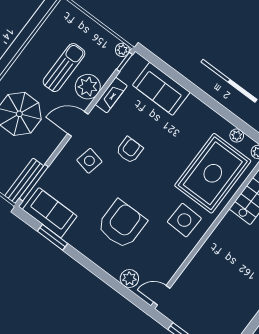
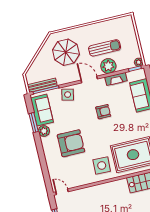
side table: (89, 161) -> (68, 95), moved
plant: (129, 279) -> (44, 131), moved

